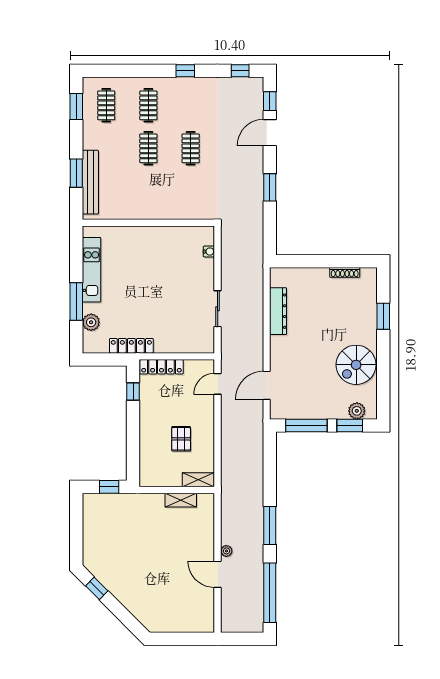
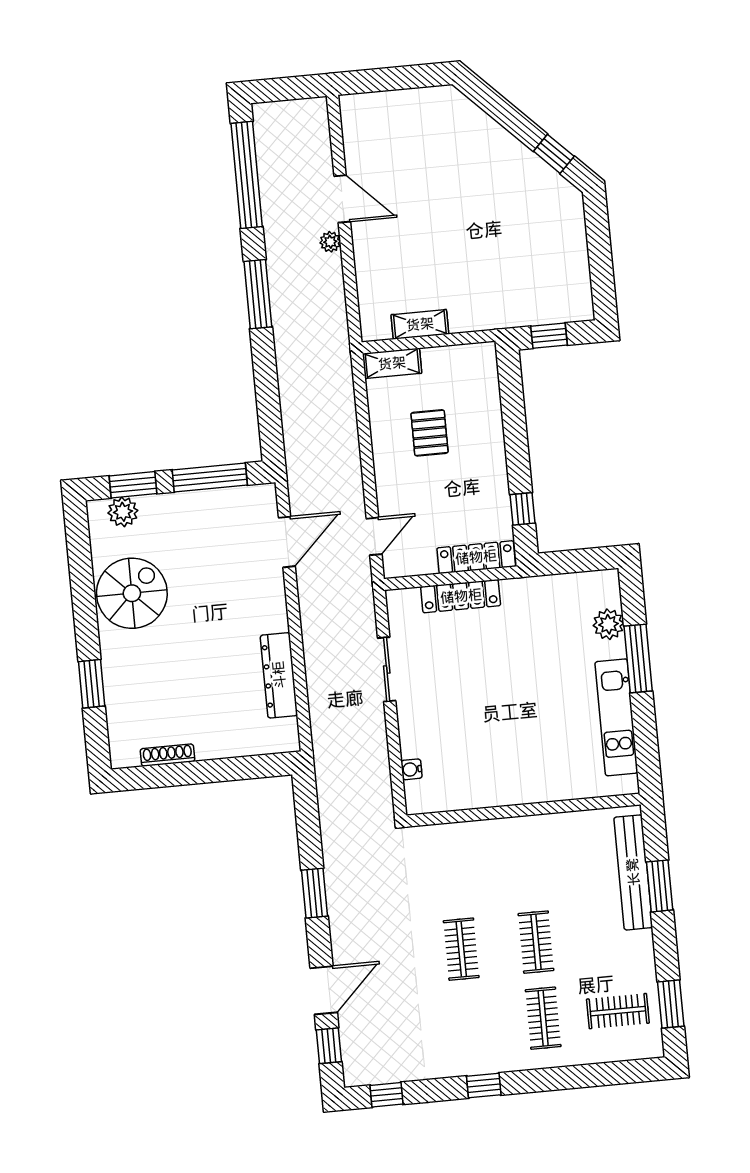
clothes rail: (106, 105) -> (618, 1011), turned 90
locker: (131, 346) -> (461, 596), moved

